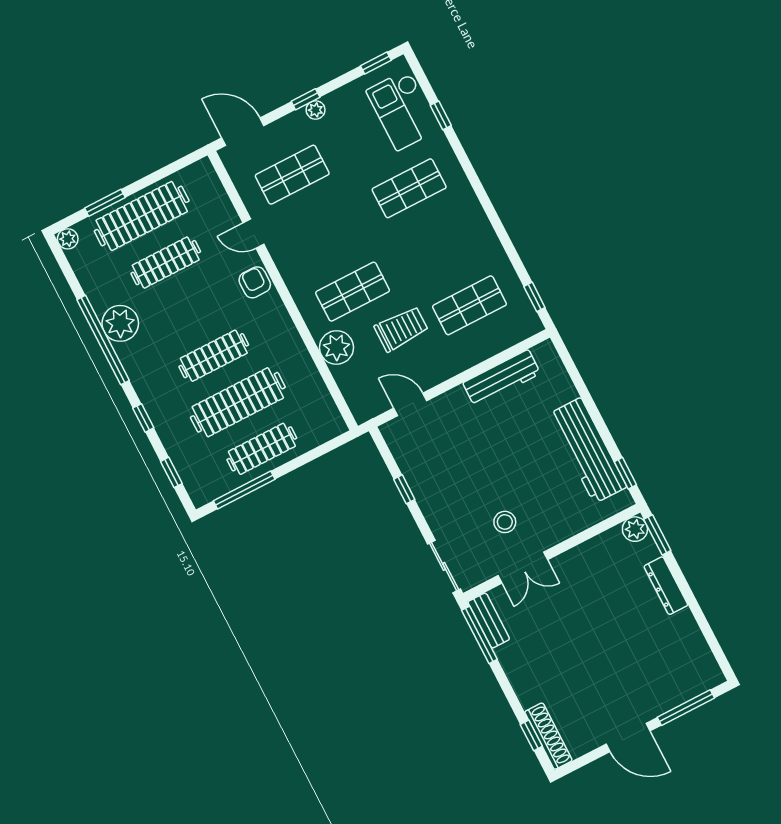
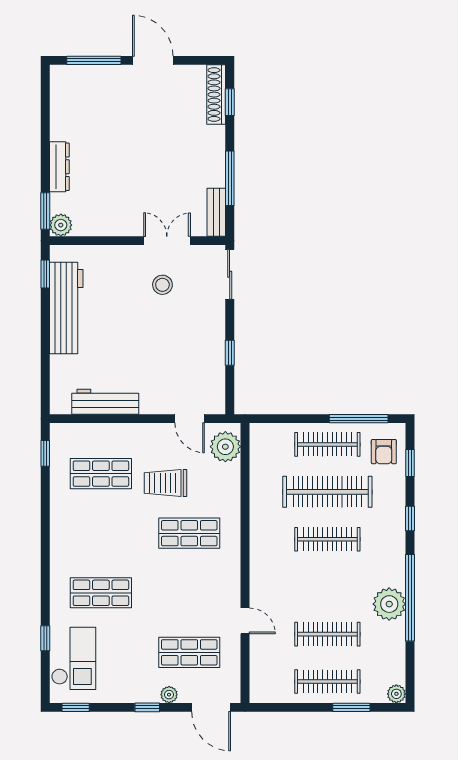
plant: (316, 110) -> (169, 695), moved
clothes rail: (142, 216) -> (327, 682), width x0.73, depth x0.76
armchair: (255, 282) -> (384, 452), moved
plant: (336, 347) -> (225, 447), moved
window: (479, 635) -> (230, 178), moved

